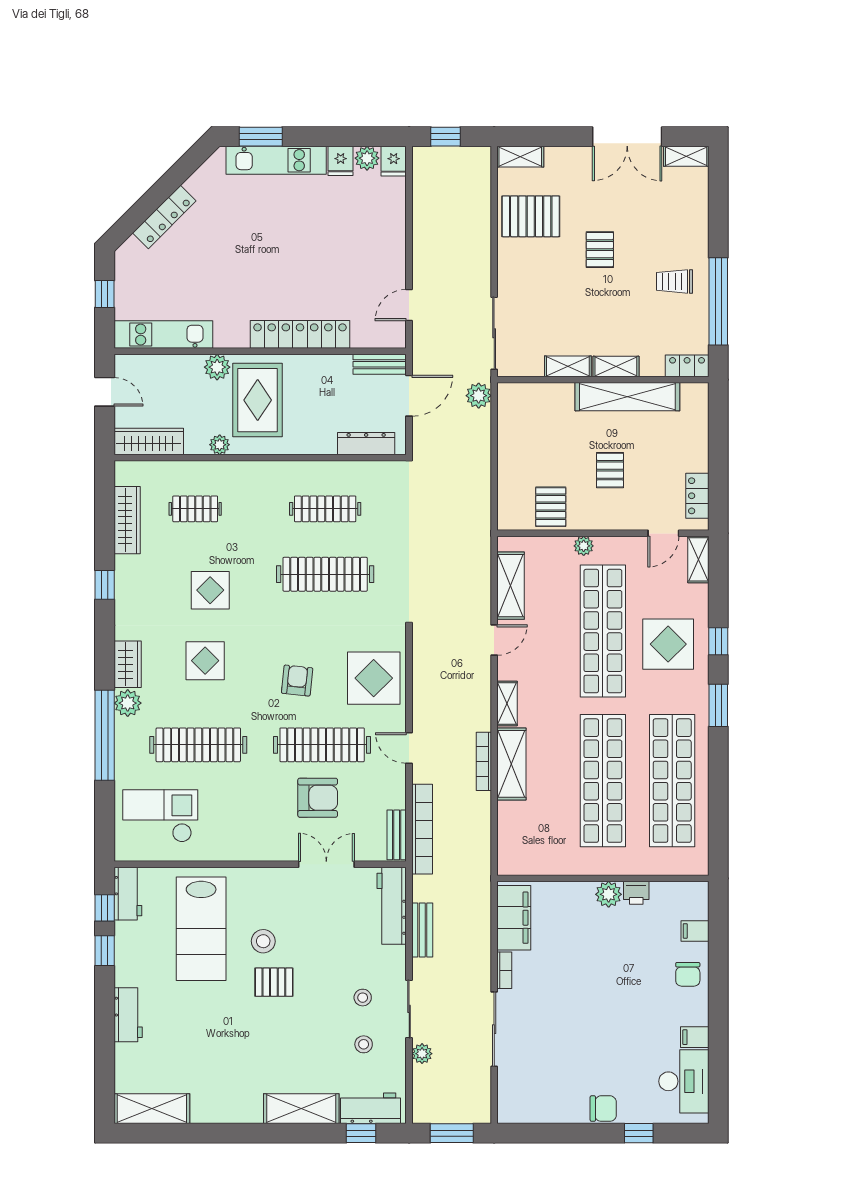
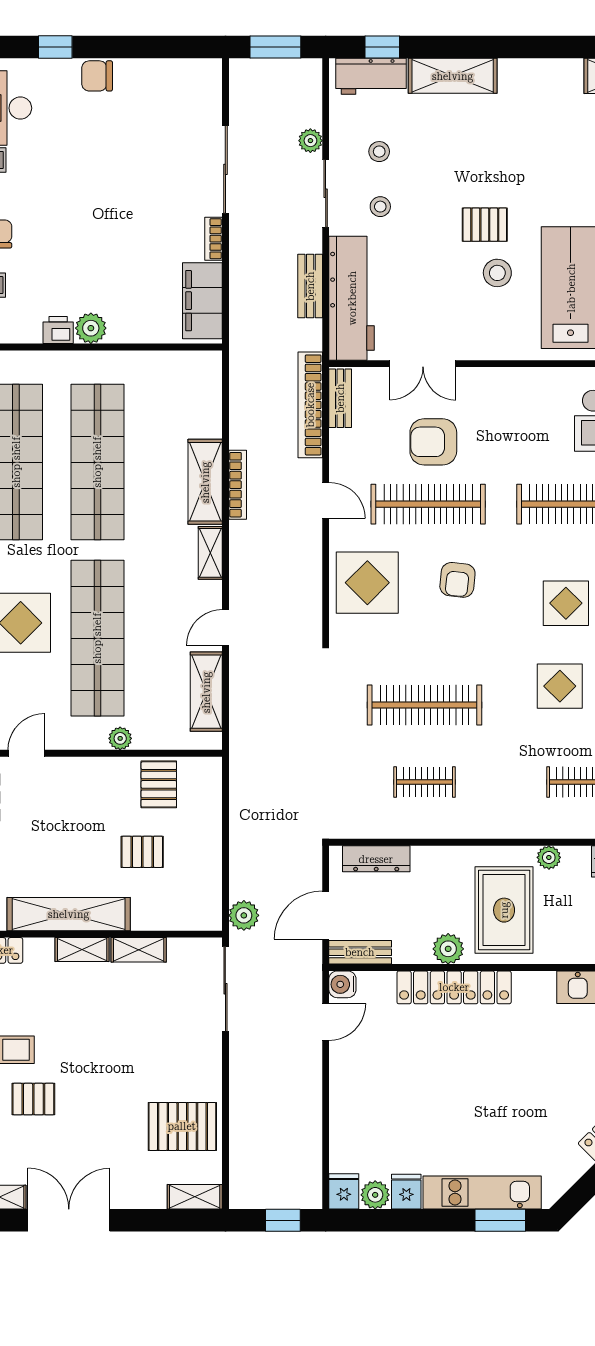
pallet: (600, 250) -> (33, 1099), moved, turned 90
water cooler: (395, 337) -> (342, 984), added
plant: (217, 367) -> (448, 949), moved
pallet: (610, 470) -> (142, 852), moved, turned 90
clothes rail: (325, 509) -> (424, 782), width x0.73
workbench: (392, 906) -> (352, 298), width x1.36, depth x1.32

